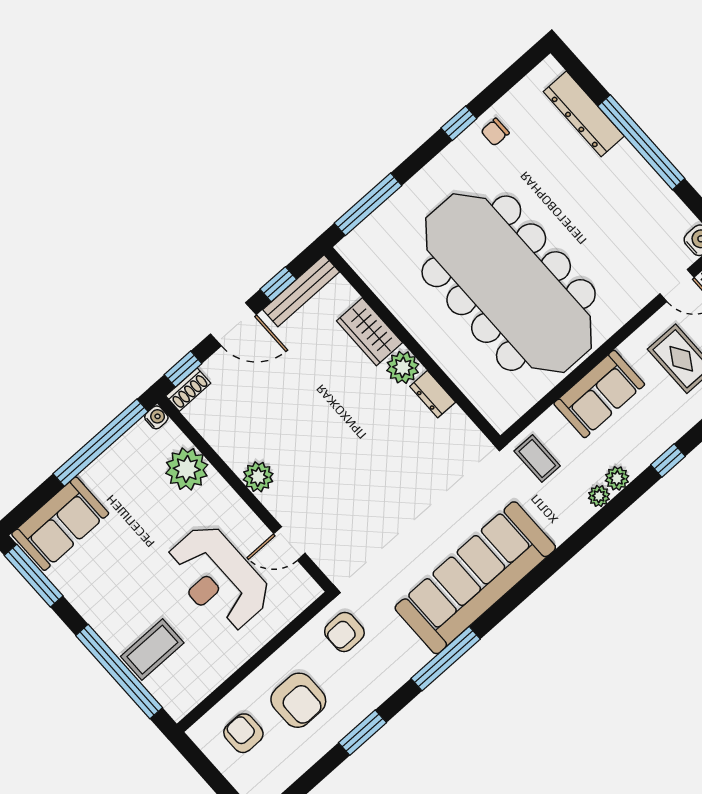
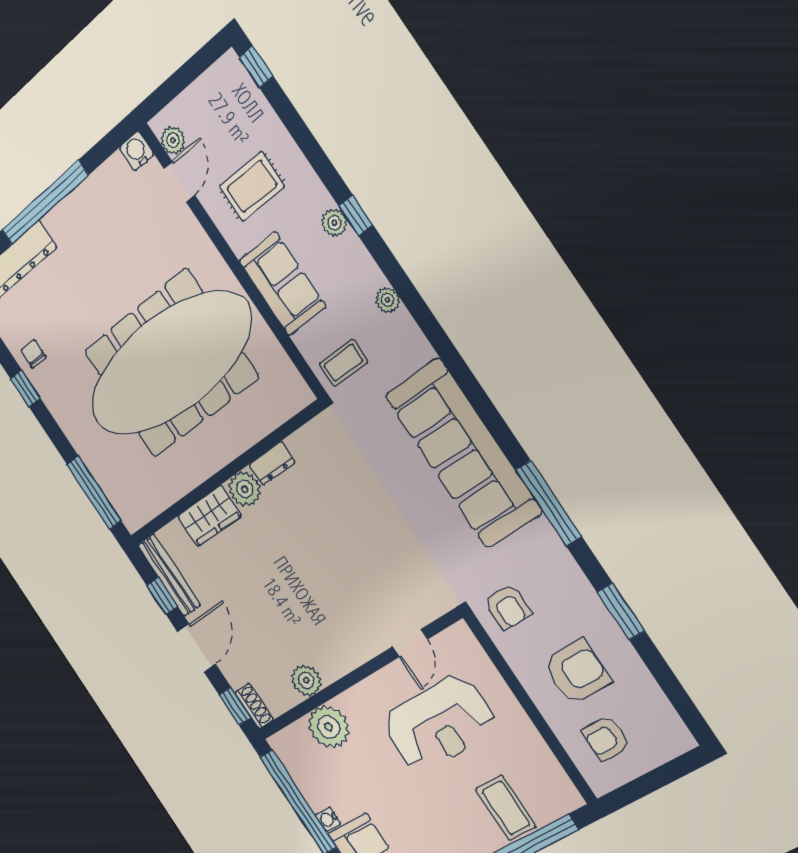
chair: (495, 132) -> (33, 354), turned 180
water cooler: (156, 417) -> (328, 819), moved, turned -90
plant: (258, 477) -> (306, 680), moved
plant: (617, 478) -> (334, 223), moved

